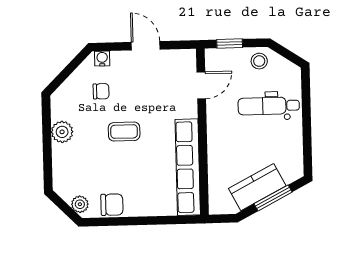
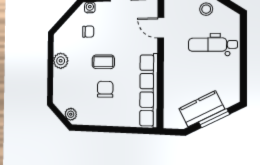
door: (201, 85) -> (161, 28), swing flipped
chair: (112, 205) -> (105, 89), moved, turned -90

